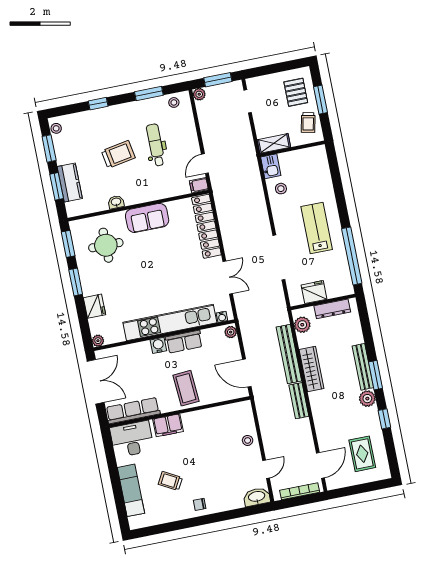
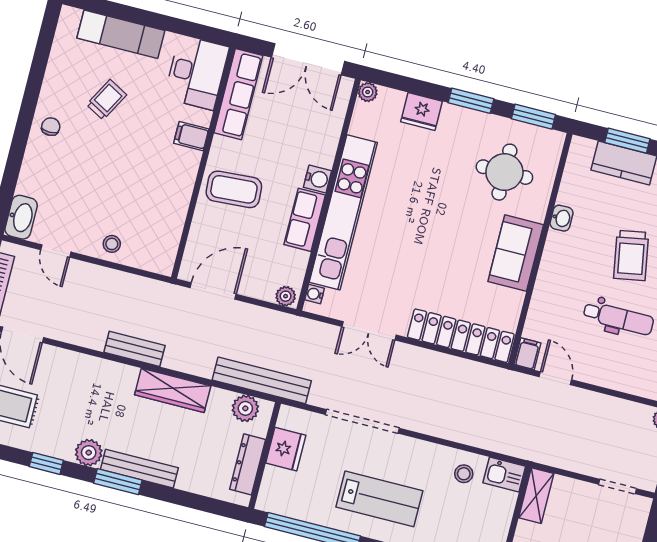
bench: (289, 354) -> (262, 380), moved
filing cabinet: (168, 425) -> (191, 136), width x0.50

